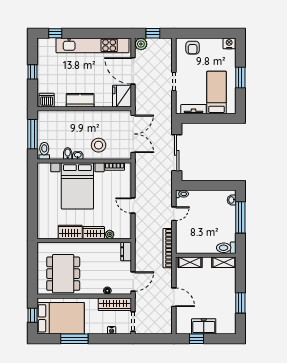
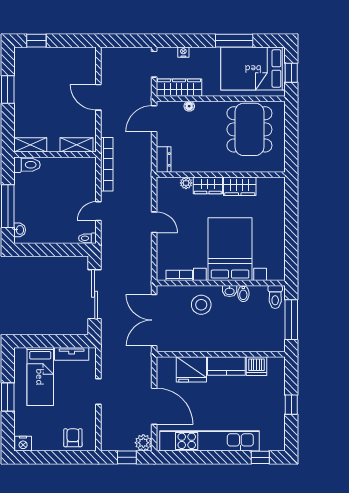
fridge: (122, 96) -> (191, 369), moved, turned 90
dishwasher: (47, 100) -> (256, 366), moved
freezer: (204, 326) -> (58, 57), removed
window: (196, 339) -> (36, 41), moved

